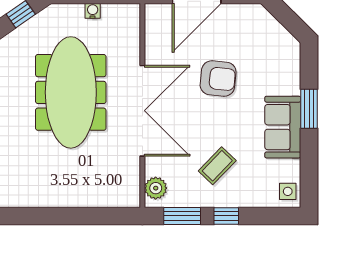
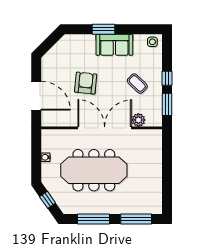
plant: (156, 188) -> (138, 120), moved

